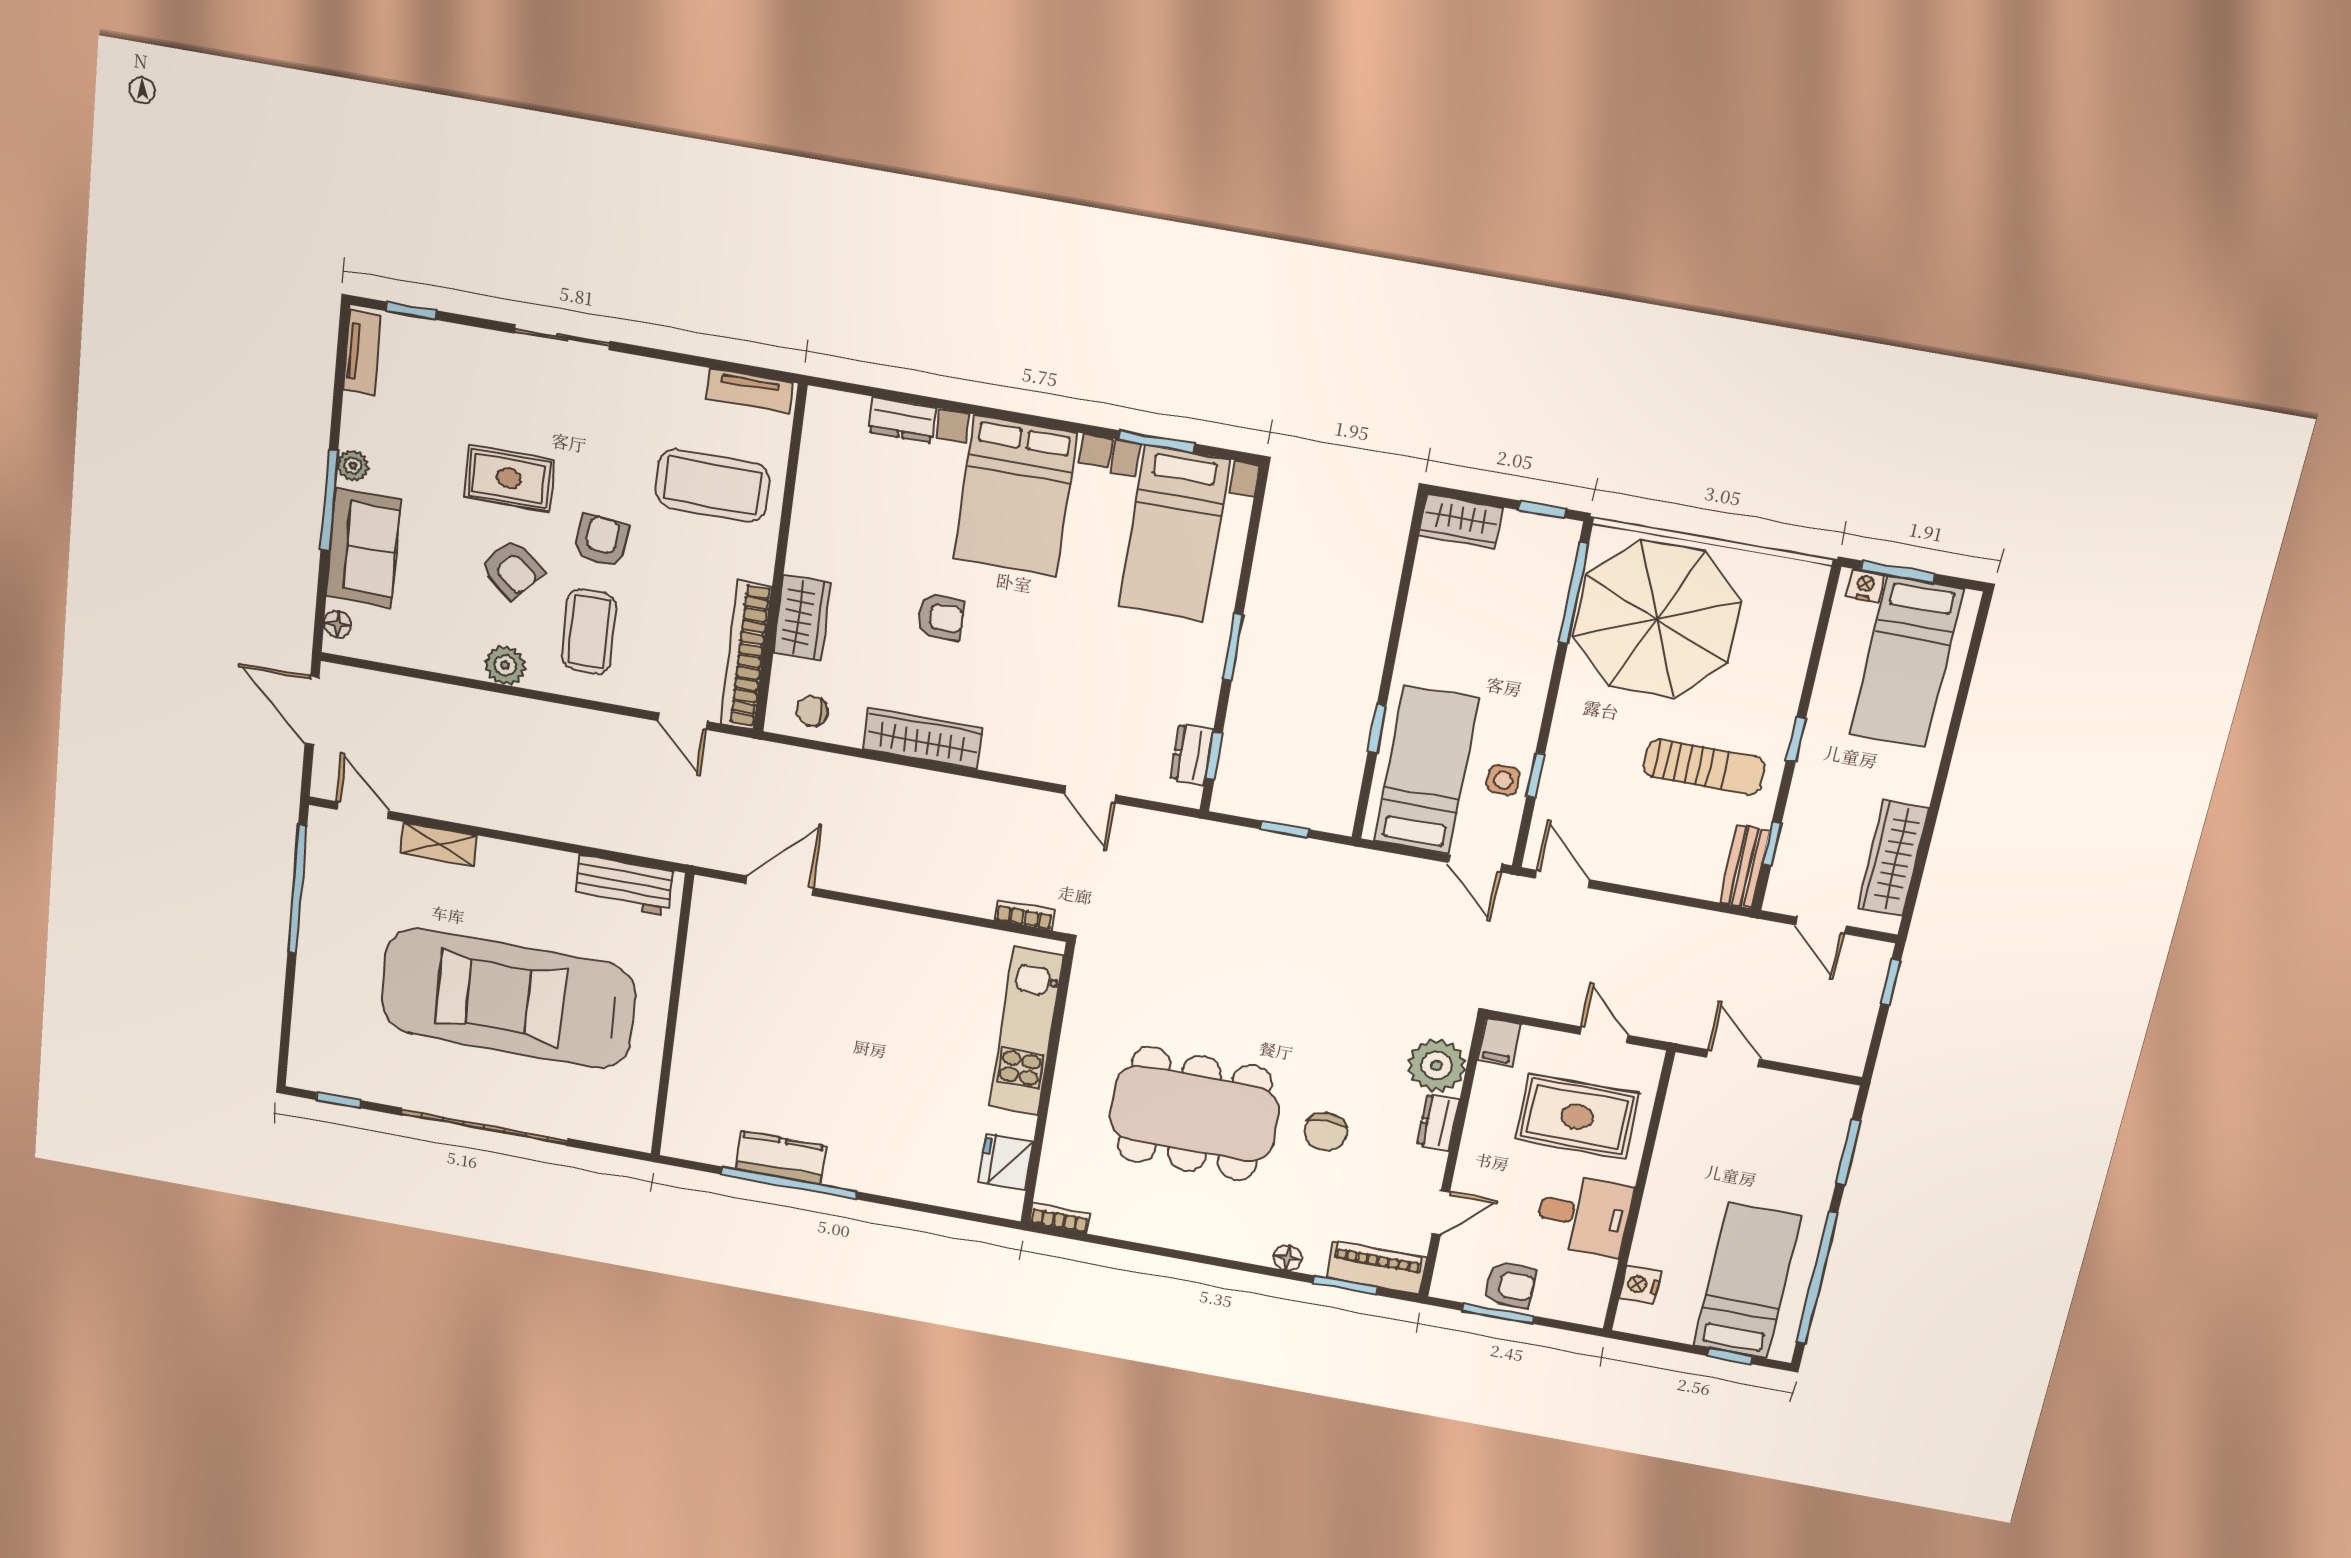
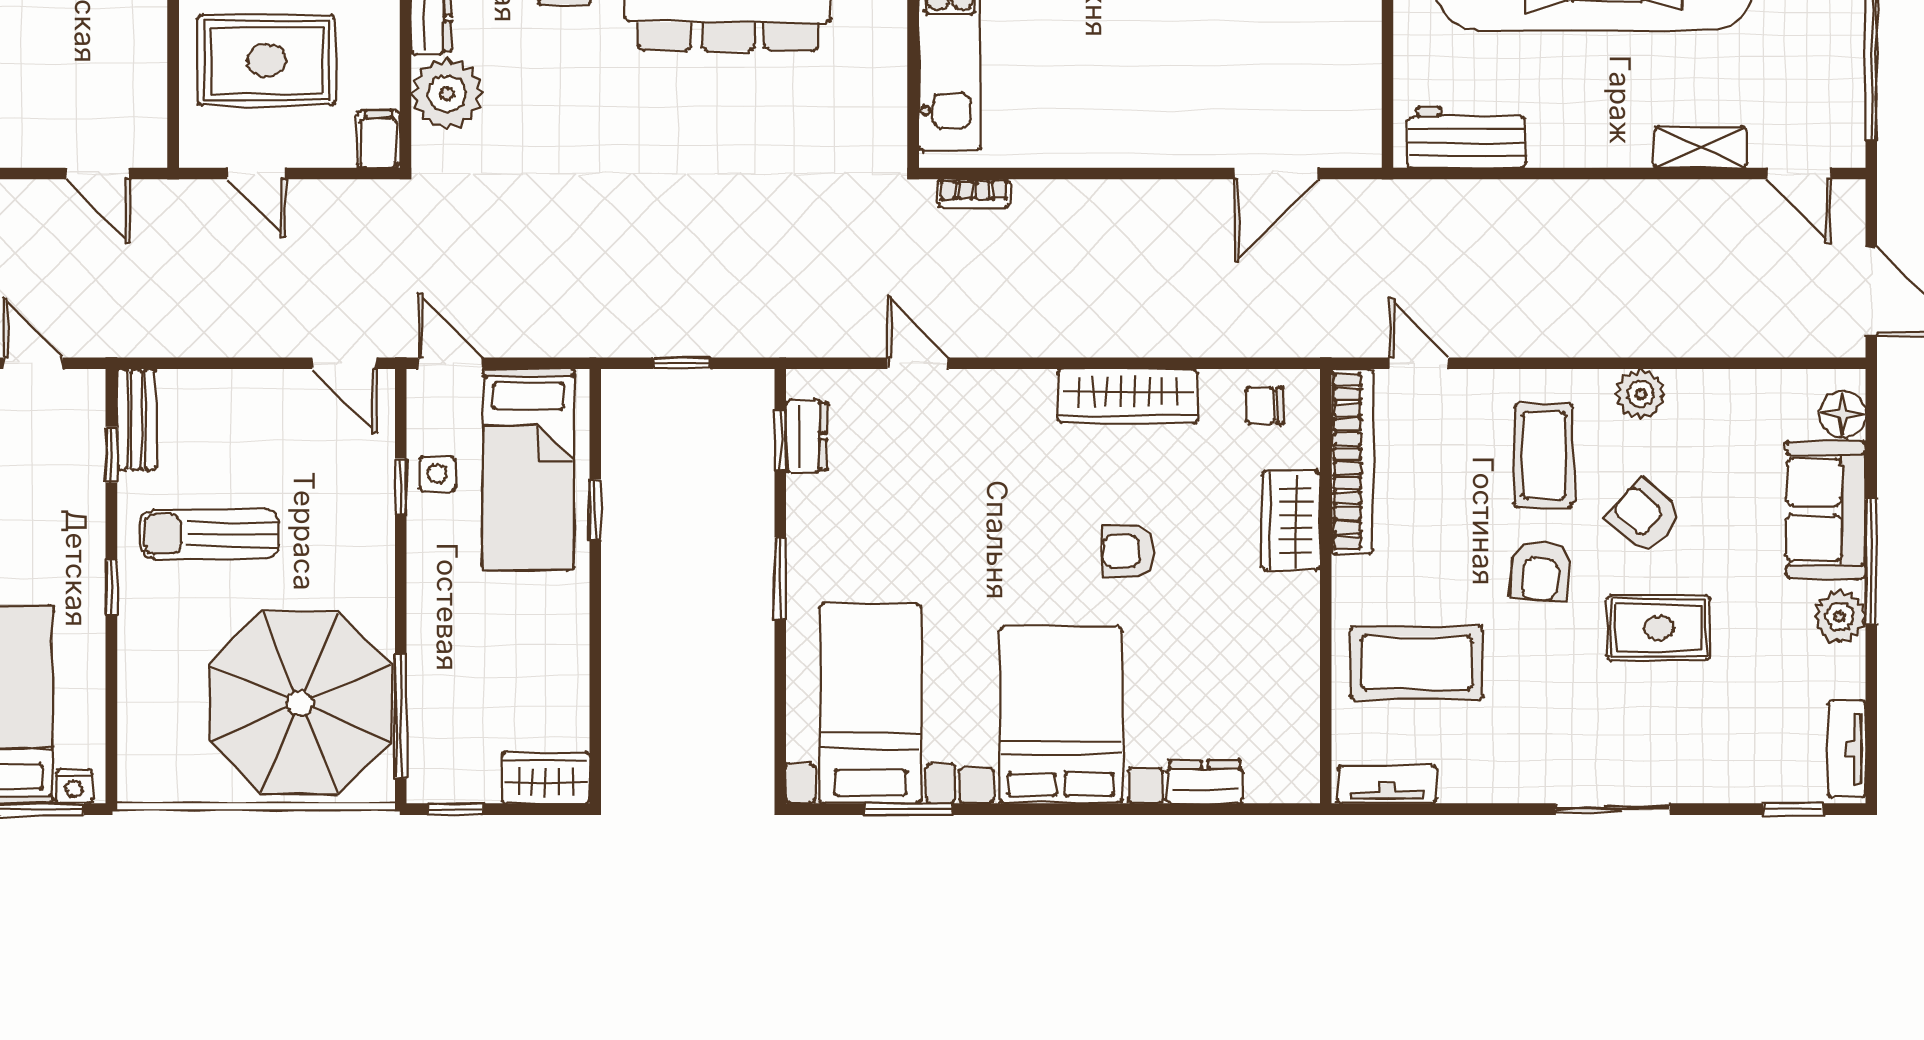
plant: (353, 466) -> (1840, 617), width x1.38, depth x1.38
floor lamp: (338, 624) -> (1843, 414), width x1.37, depth x1.37
chair: (812, 711) -> (1264, 406), turned 180

